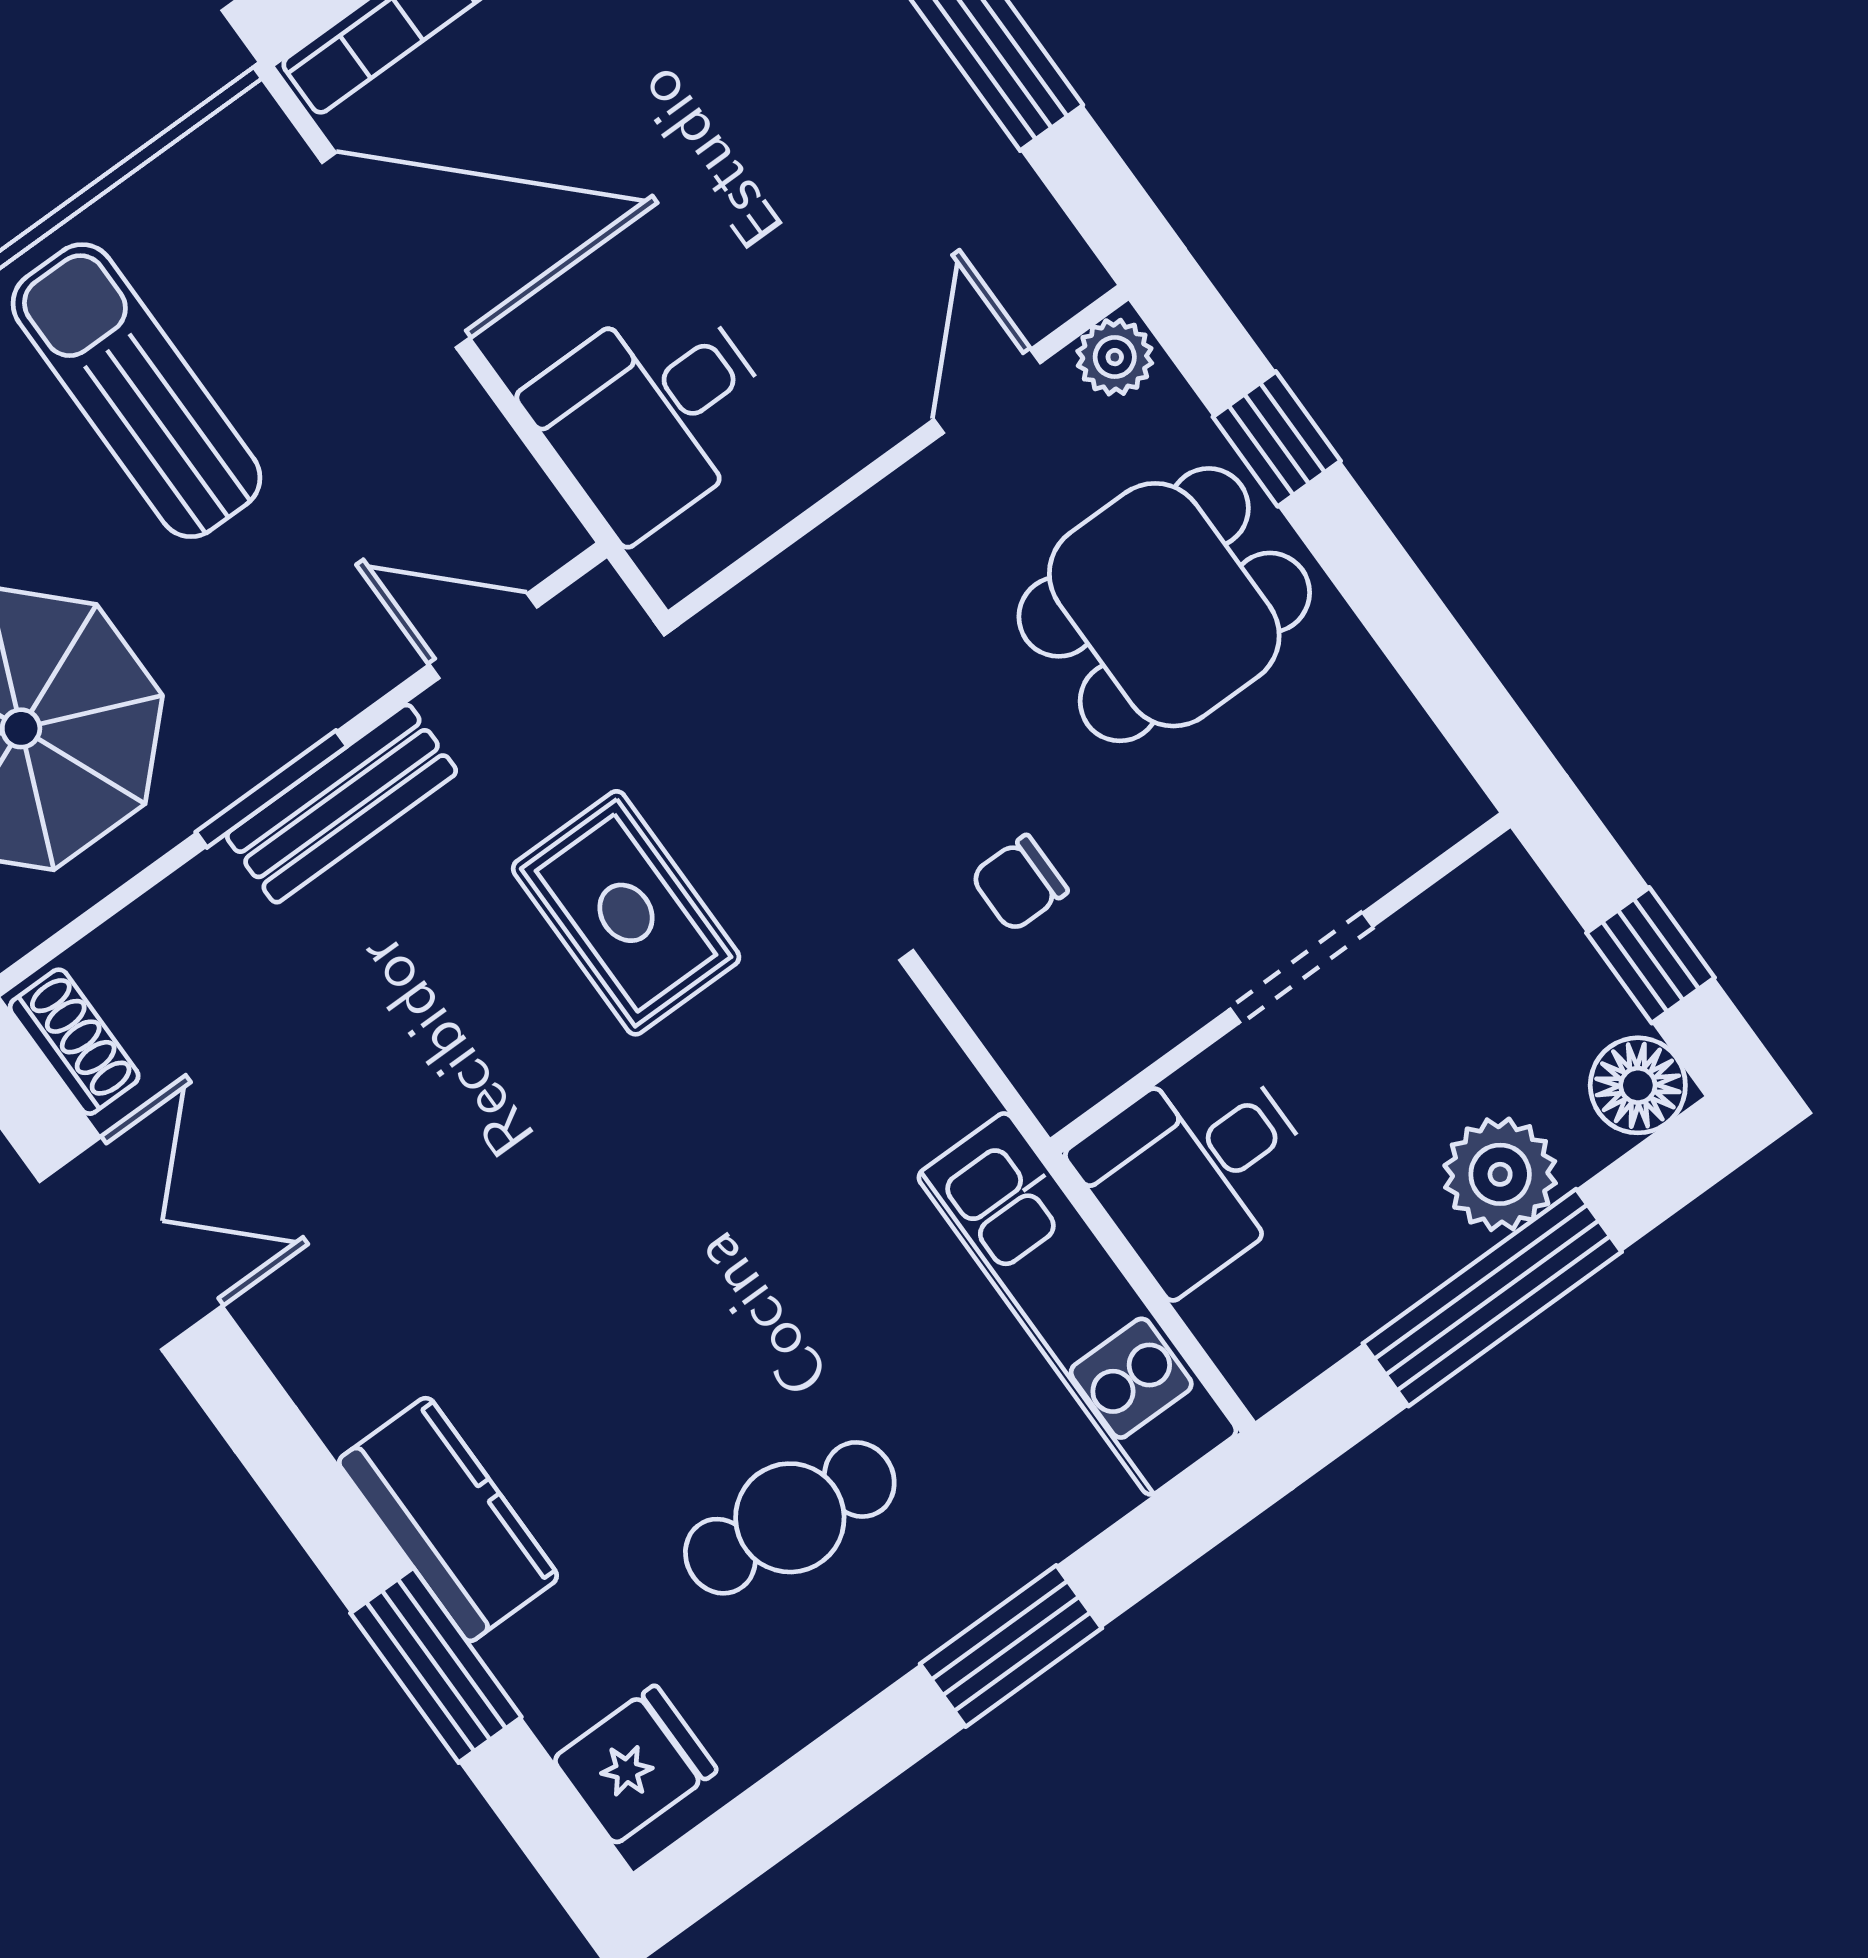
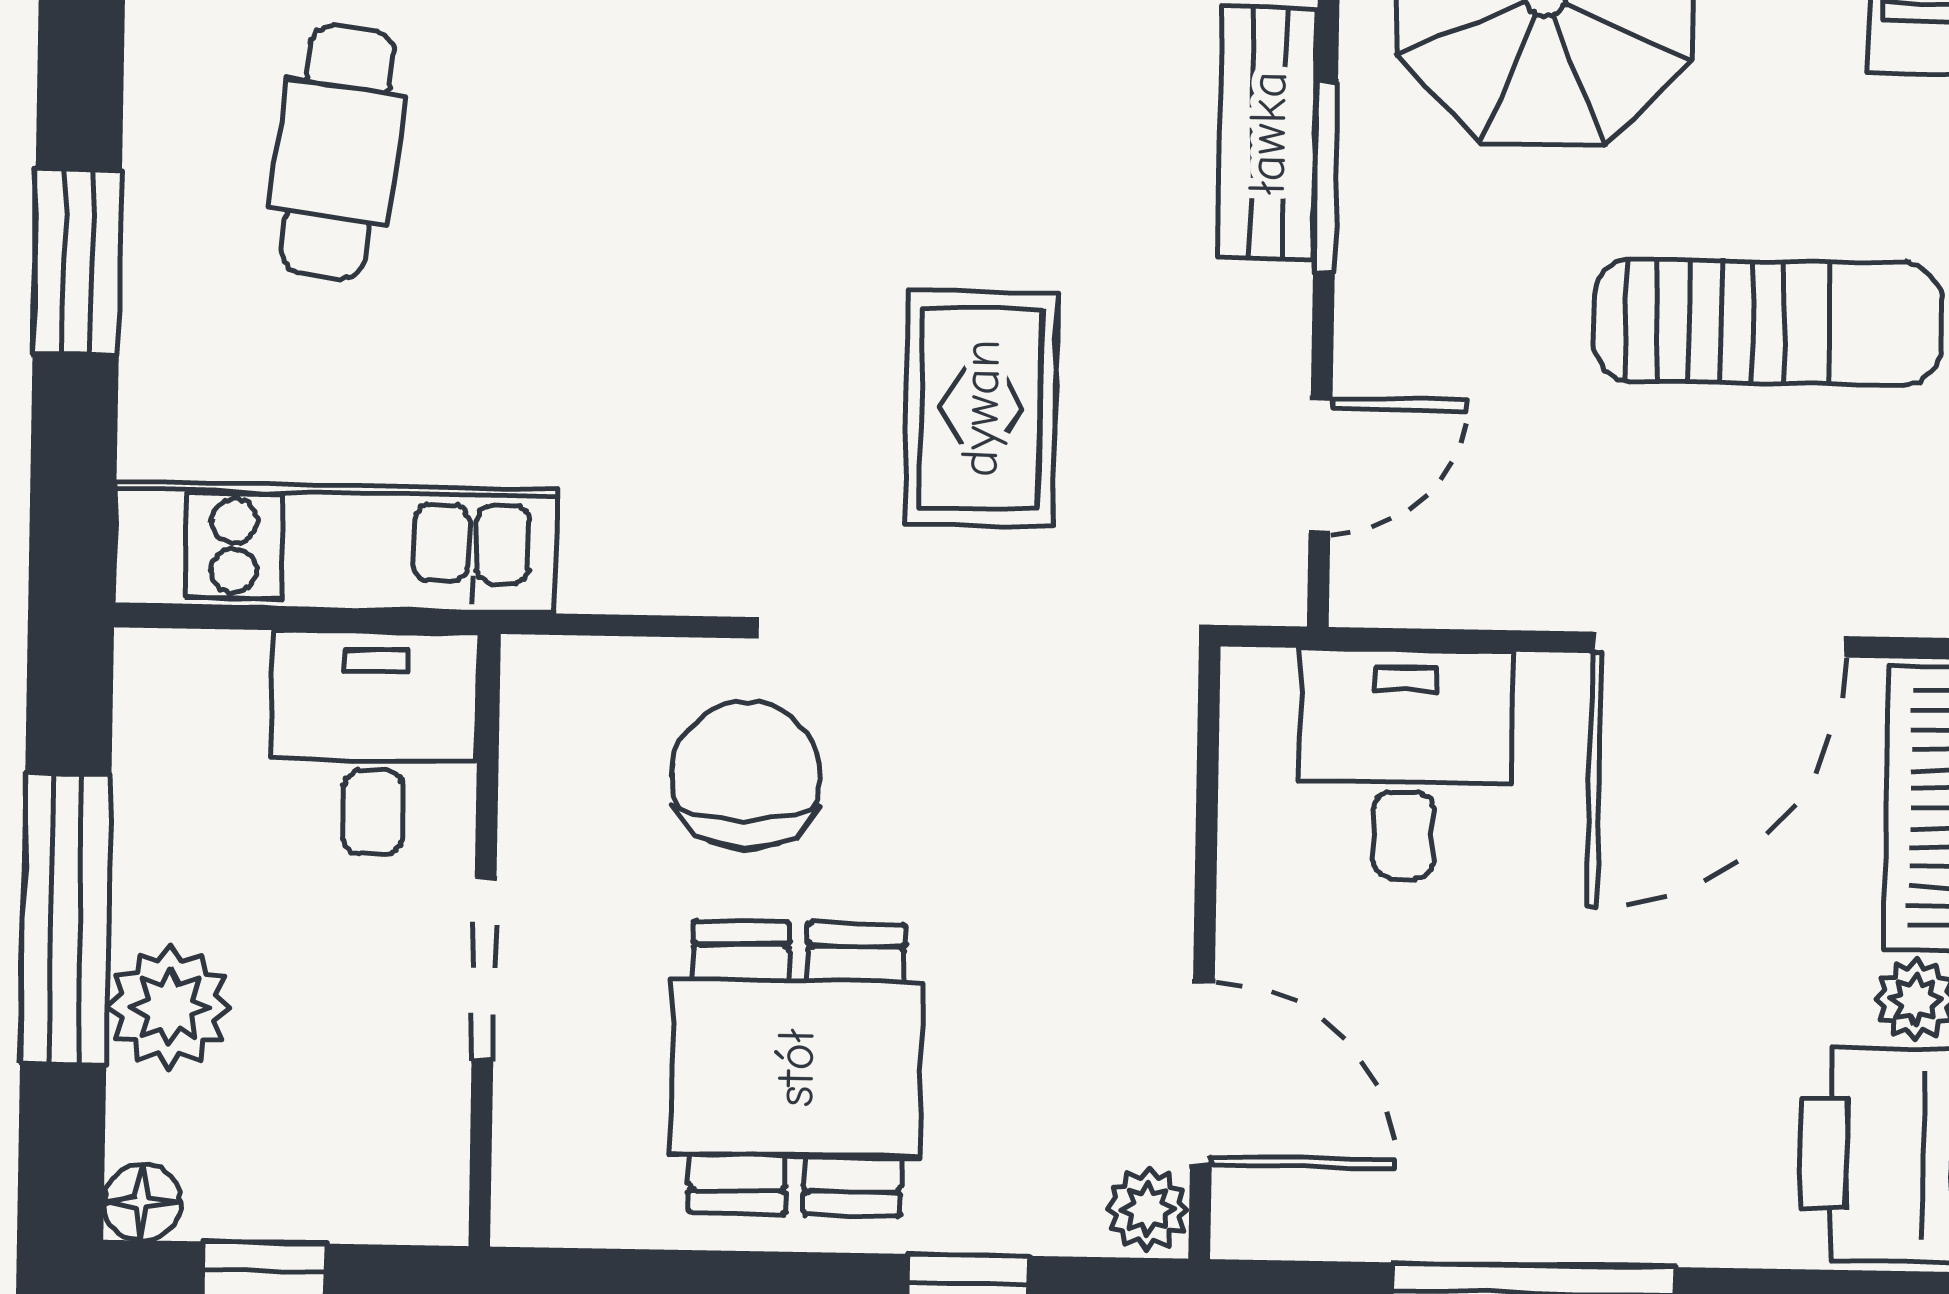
door: (987, 391) -> (1202, 1074), width x1.38
dining table: (1164, 605) -> (796, 1068), moved
bench: (342, 804) -> (1268, 133), moved
chair: (1019, 883) -> (746, 775), width x1.87, depth x1.87
rug: (626, 913) -> (981, 408), turned 90
floor lamp: (1638, 1085) -> (142, 1202), width x0.73, depth x0.73

